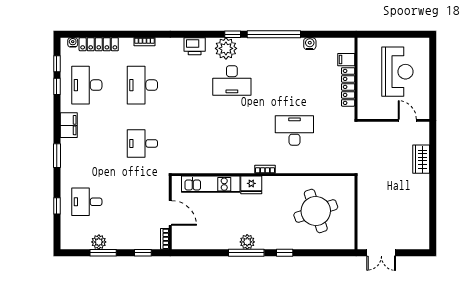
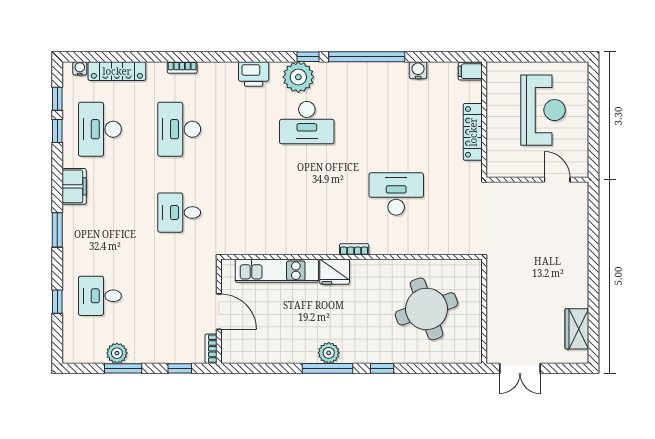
filing cabinet: (346, 60) -> (470, 71), moved
wardrobe: (421, 159) -> (577, 329), moved

